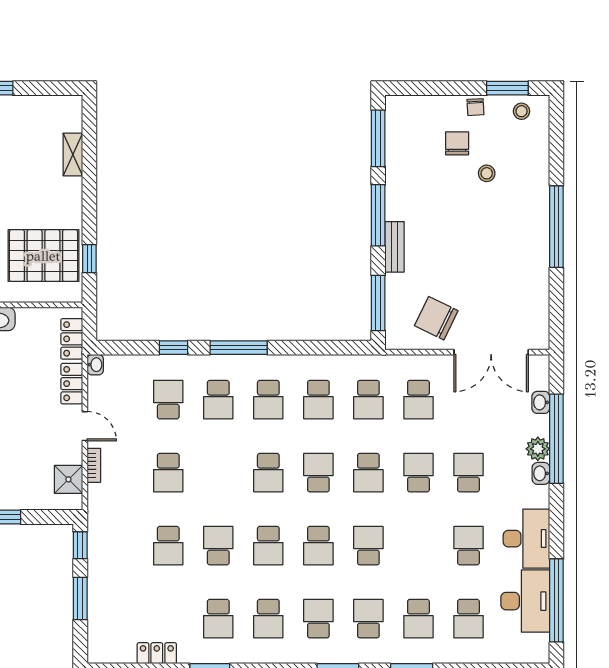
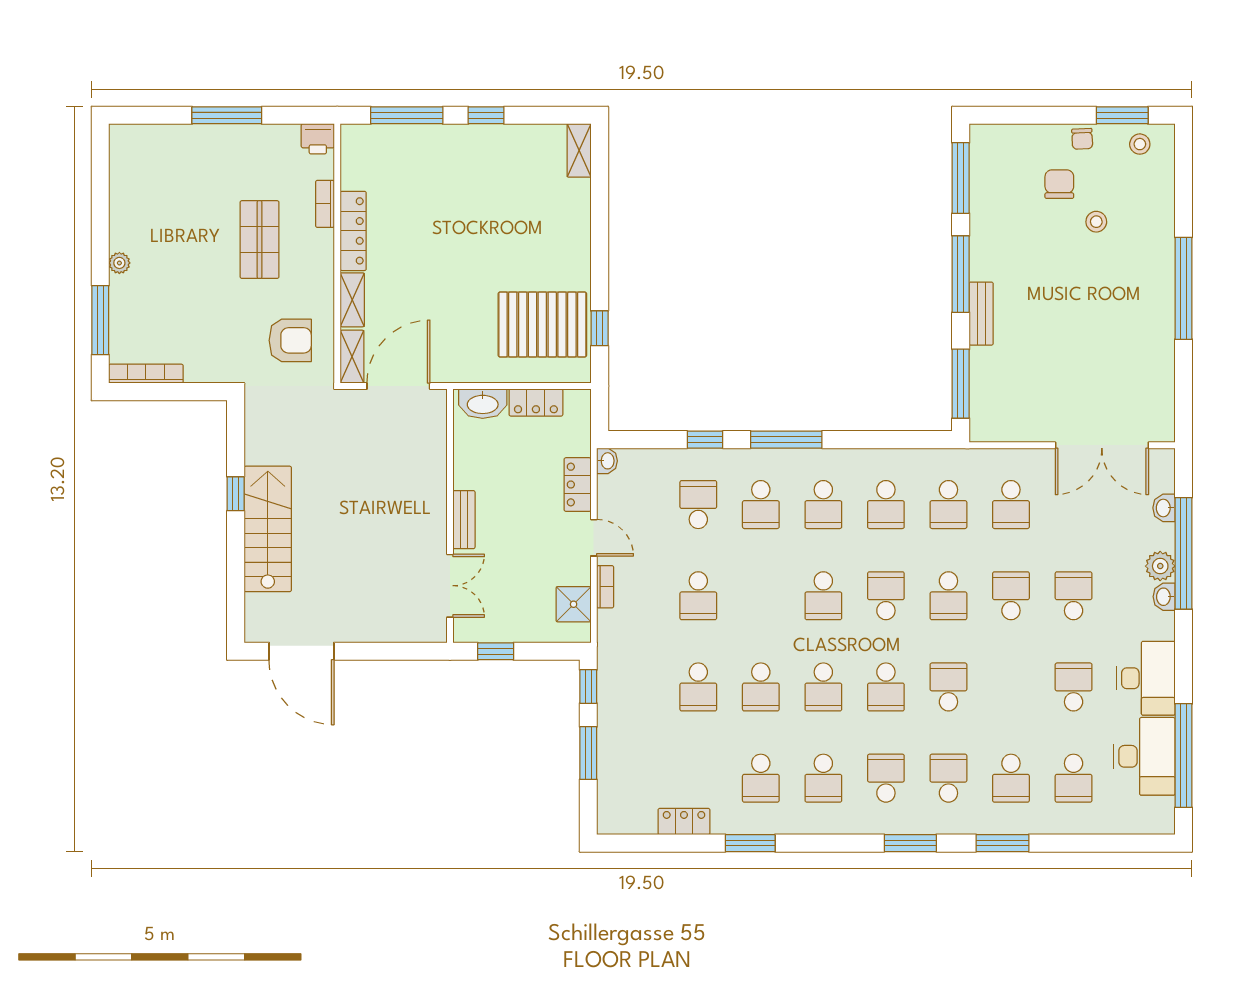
shelving: (73, 154) -> (579, 150), moved
chair: (436, 318) -> (1033, 403), removed
locker: (72, 339) -> (536, 402), moved, turned -90
school desk: (218, 546) -> (761, 687), turned 180

